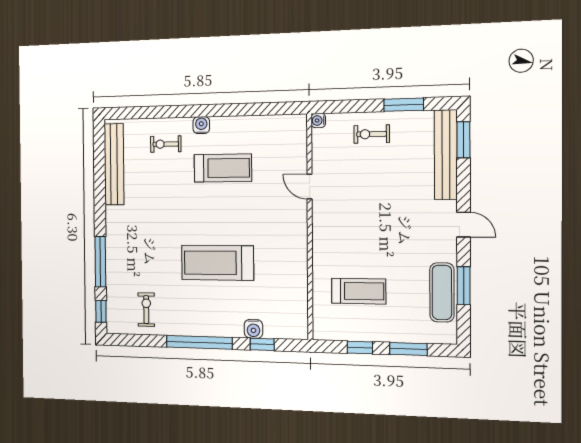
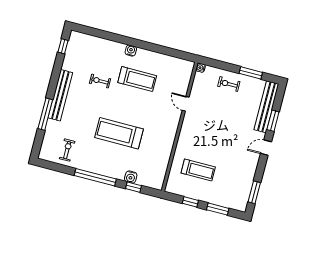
window: (463, 140) -> (273, 121), moved
exercise bike: (166, 144) -> (100, 81), moved
bench: (114, 164) -> (60, 95), moved
door: (464, 225) -> (266, 148), swing flipped
window: (464, 286) -> (254, 192), moved
exercise mat: (442, 292) -> (244, 182), removed
window: (101, 311) -> (63, 46), moved

